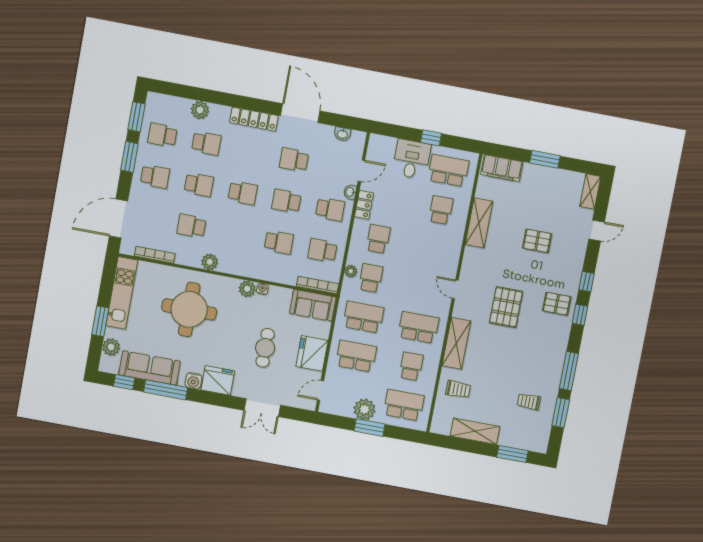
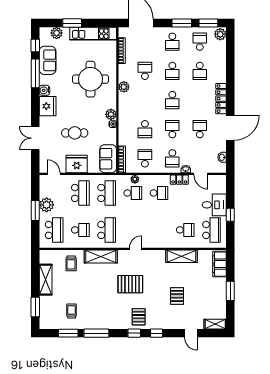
plant: (200, 110) -> (220, 34), moved
sofa: (150, 368) -> (48, 60), width x0.73

